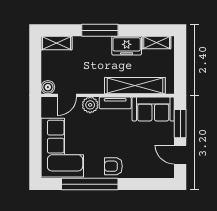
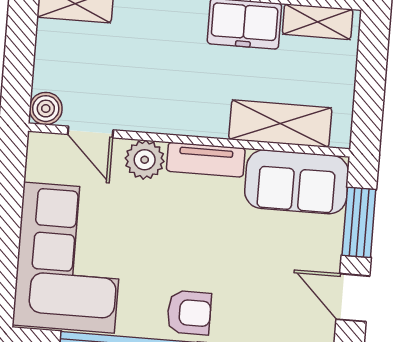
shelving: (135, 86) -> (280, 124), width x0.68
door: (67, 95) -> (90, 132), hinge flipped
armchair: (113, 166) -> (189, 313), turned 180

